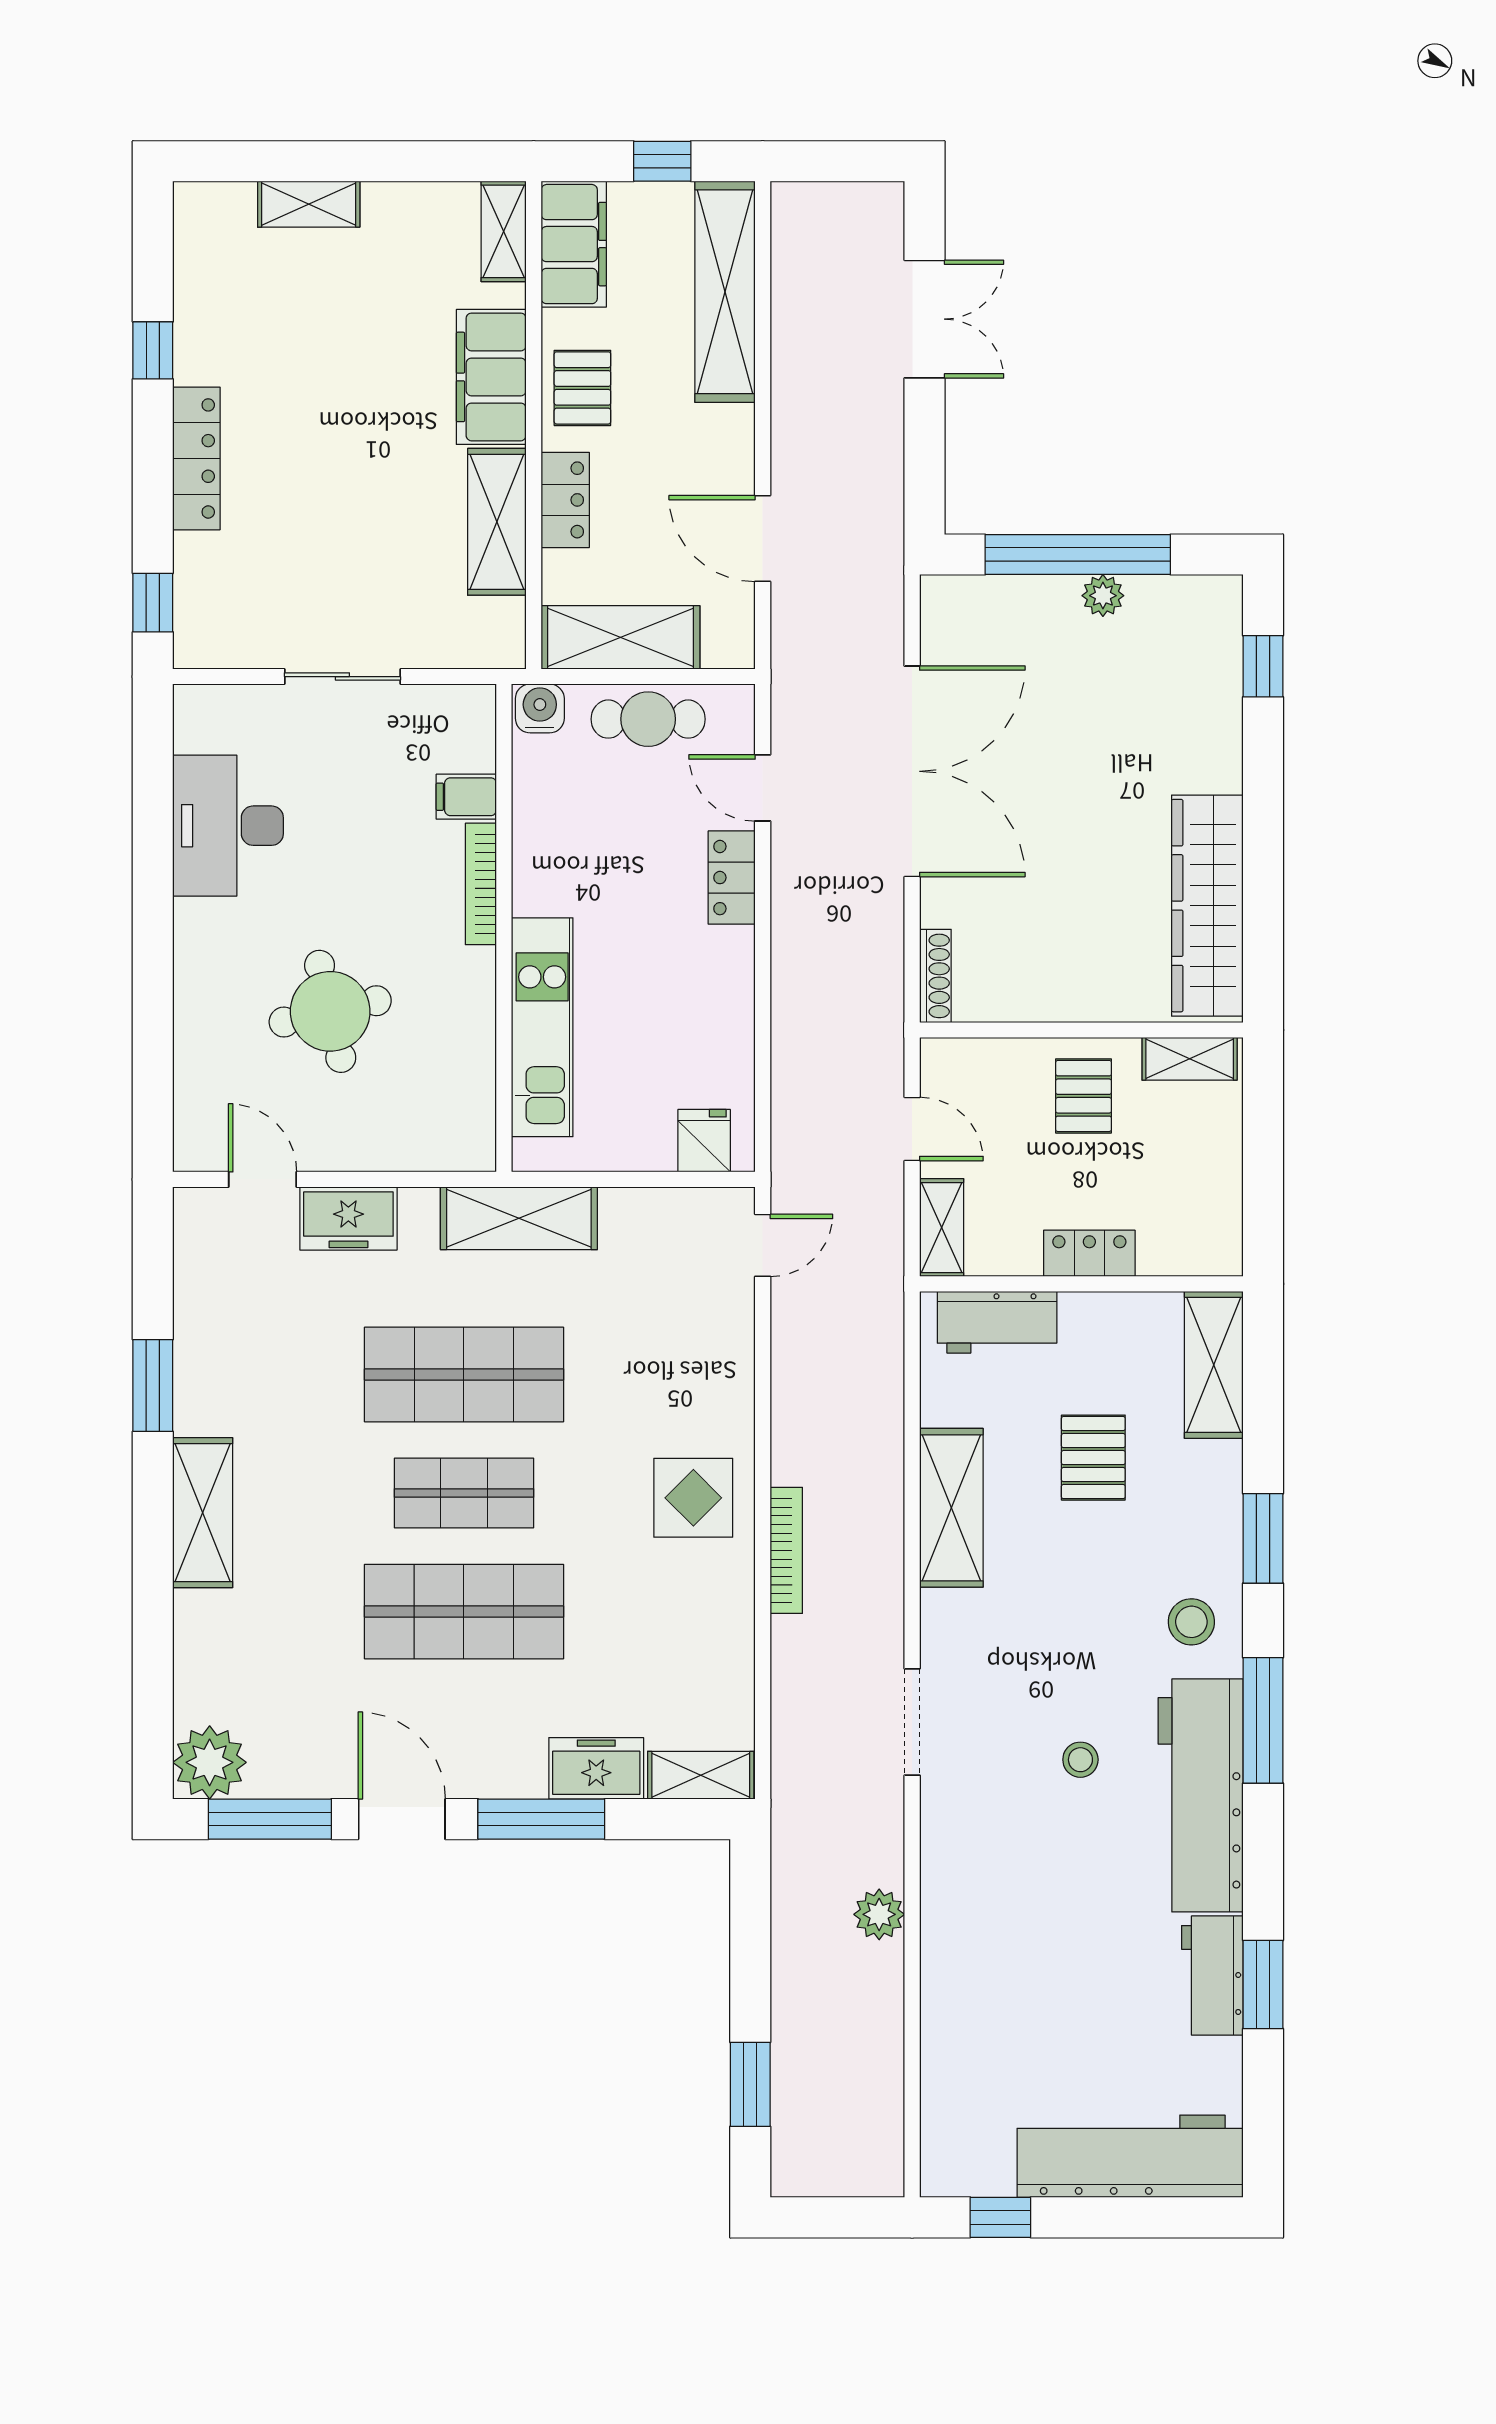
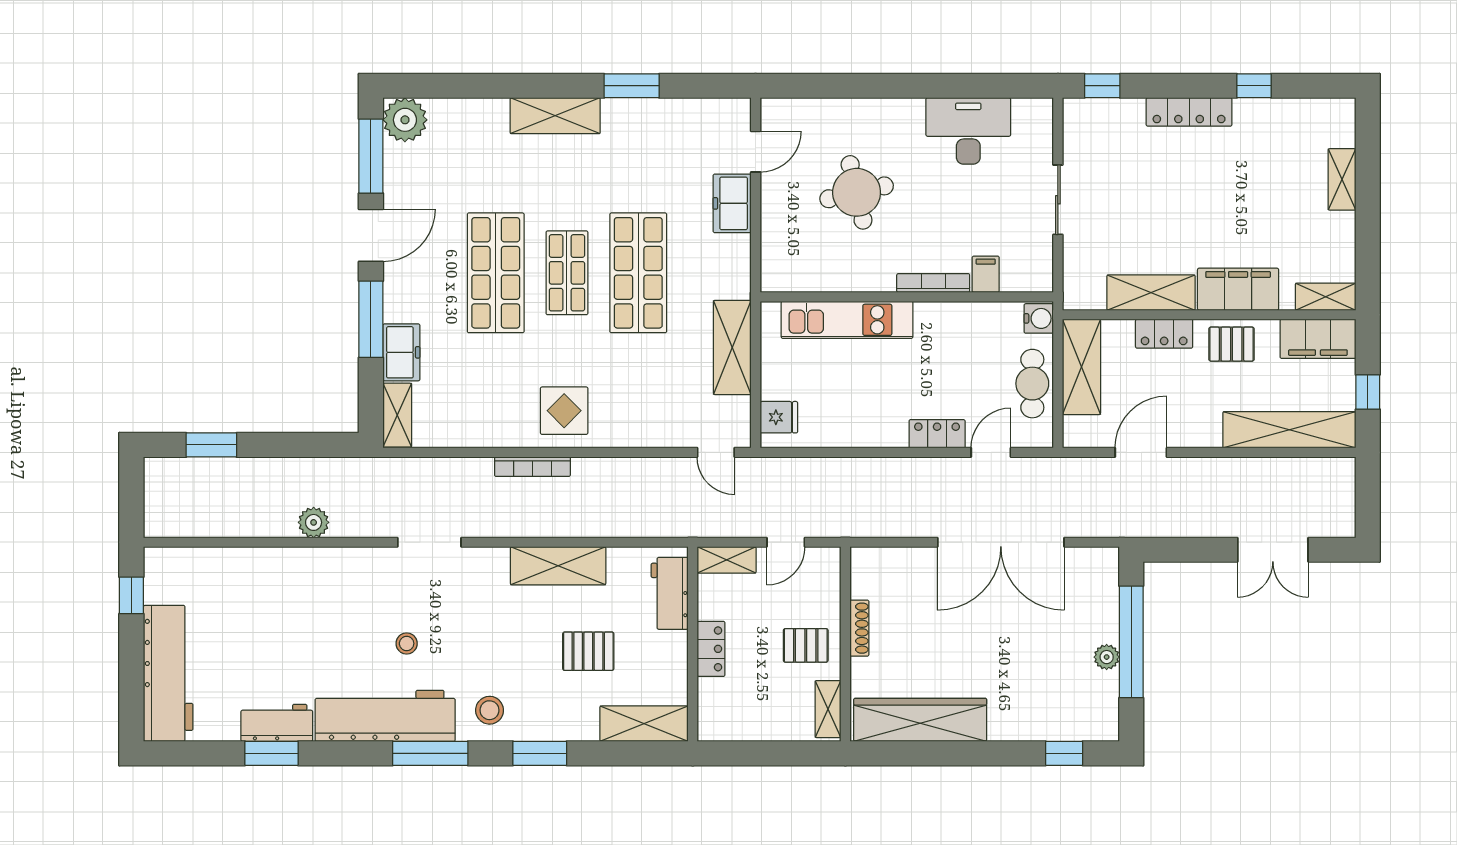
shoe rack: (935, 976) -> (859, 628), moved, turned -90
shelving: (519, 1218) -> (732, 347), moved

